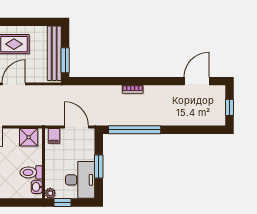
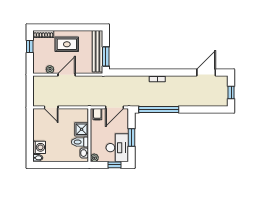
door: (77, 127) -> (114, 107), swing flipped
shower: (29, 137) -> (82, 129), moved
window: (62, 203) -> (114, 165), moved

